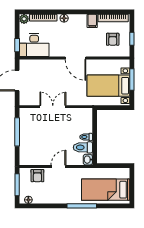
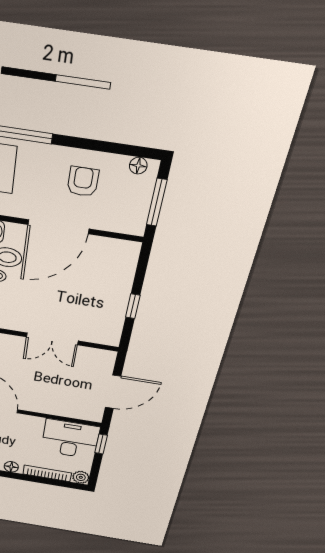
window: (17, 132) -> (133, 306), width x0.46
door: (59, 166) -> (58, 227), width x1.87
armchair: (37, 176) -> (83, 182), moved

